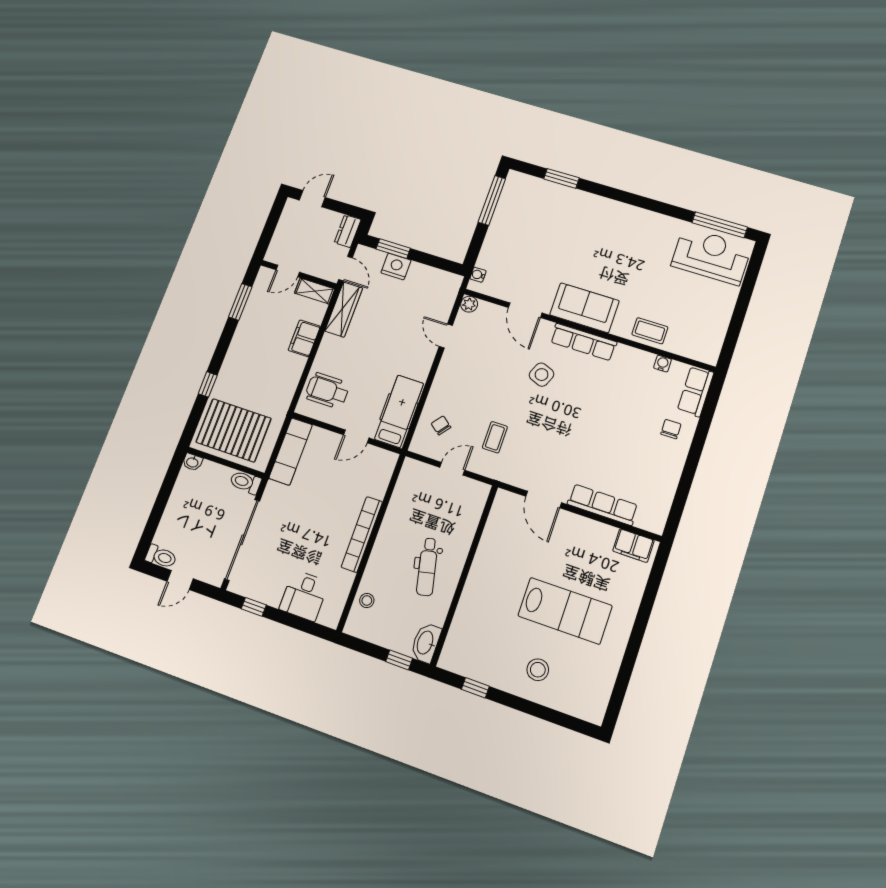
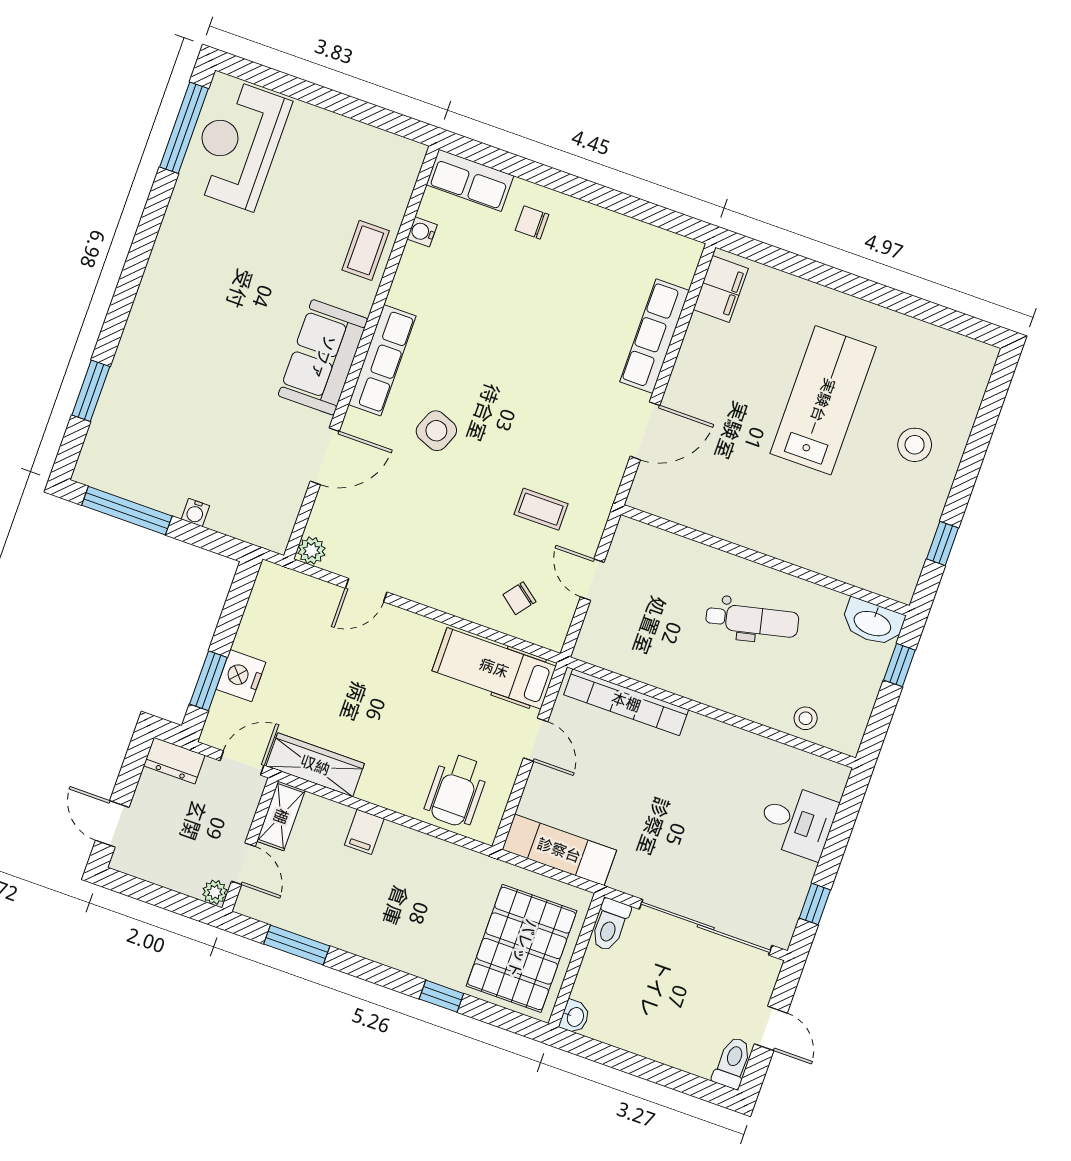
plant: (272, 256) -> (215, 892), added
water cooler: (478, 275) -> (195, 512), moved
filing cabinet: (304, 338) -> (364, 832), width x0.50
bookcase: (362, 534) -> (626, 702), moved

